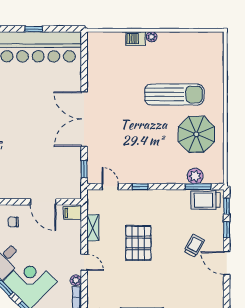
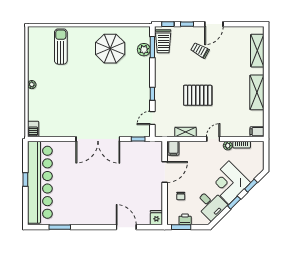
barbecue: (136, 39) -> (33, 129), moved
sun lounger: (174, 94) -> (61, 47), moved, width x0.73, depth x0.75

